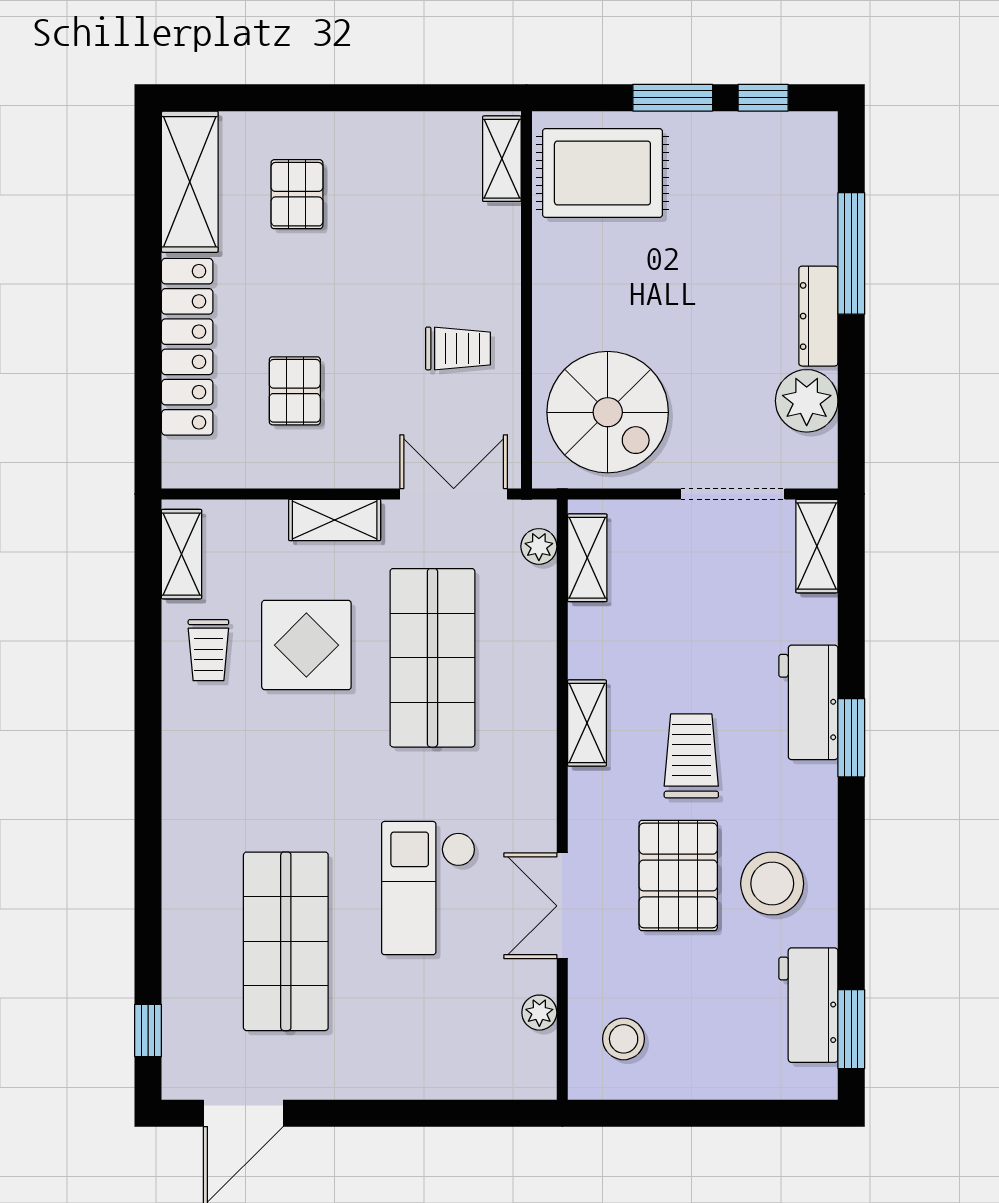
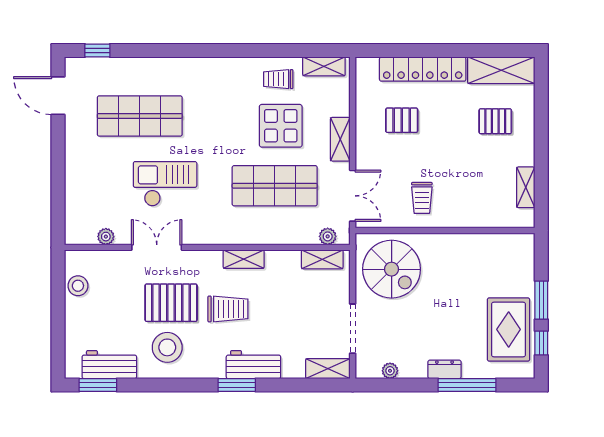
shelving: (502, 159) -> (526, 187), moved, turned 90
rug: (602, 173) -> (509, 329), moved
dresser: (818, 316) -> (445, 369), width x0.70
plant: (807, 401) -> (390, 371), width x0.53, depth x0.53
spiral stairs: (608, 412) -> (392, 269), turned -90
stool: (624, 1039) -> (78, 286), moved

